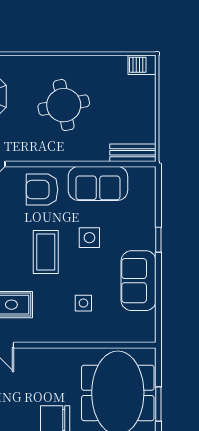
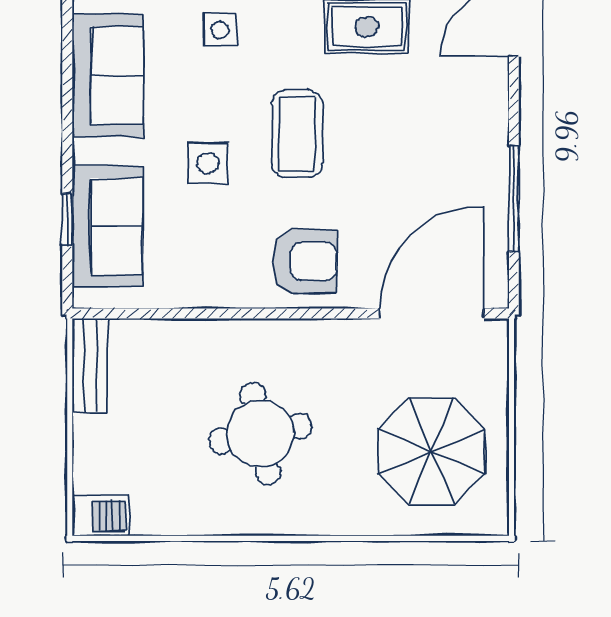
bench: (133, 153) -> (90, 365), moved, turned 90
sofa: (98, 183) -> (107, 226), moved, turned 90
window: (158, 240) -> (67, 220), moved

